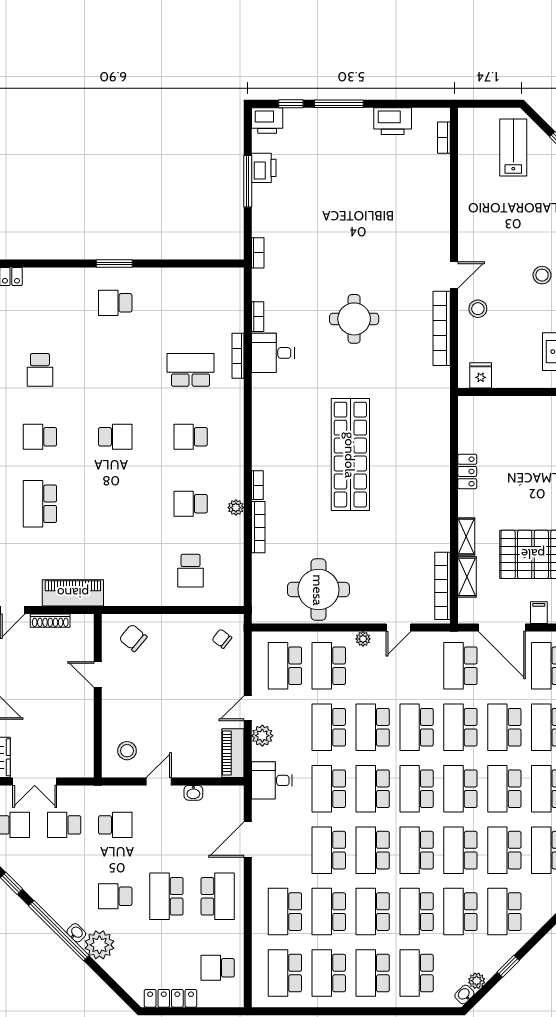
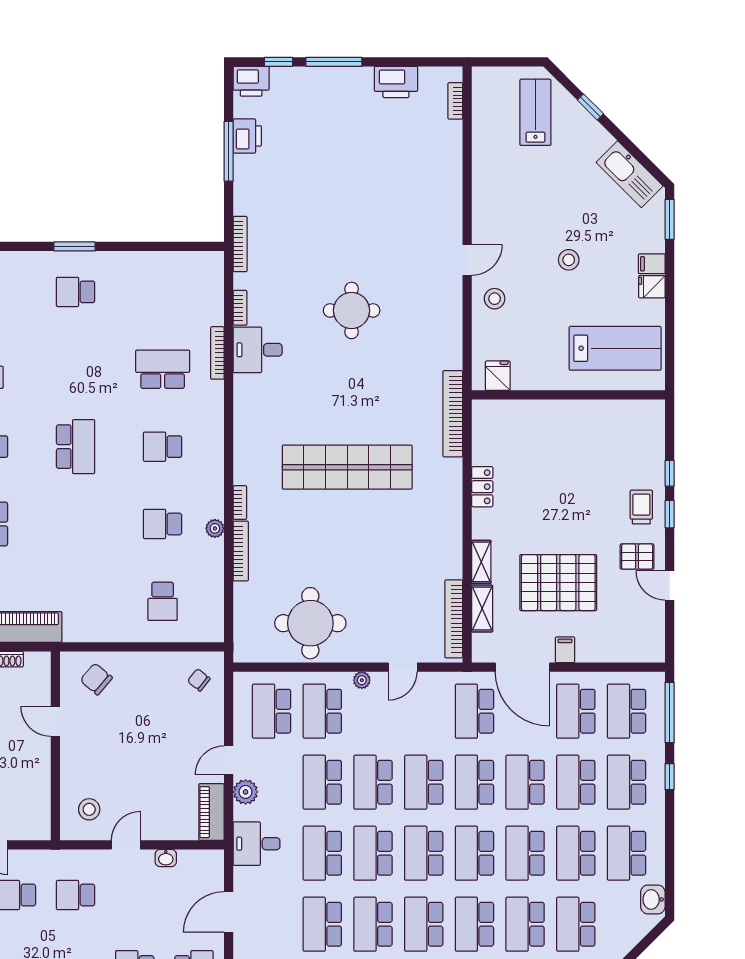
bookcase: (258, 253) -> (240, 244), width x1.56
bookcase: (442, 328) -> (453, 414), moved
school desk: (115, 437) -> (76, 447), width x1.85
shop shelf: (350, 455) -> (347, 467), turned 90
school desk: (115, 825) -> (76, 895), turned 180

